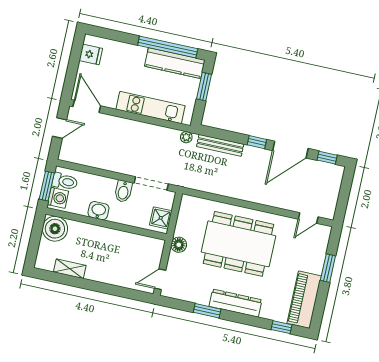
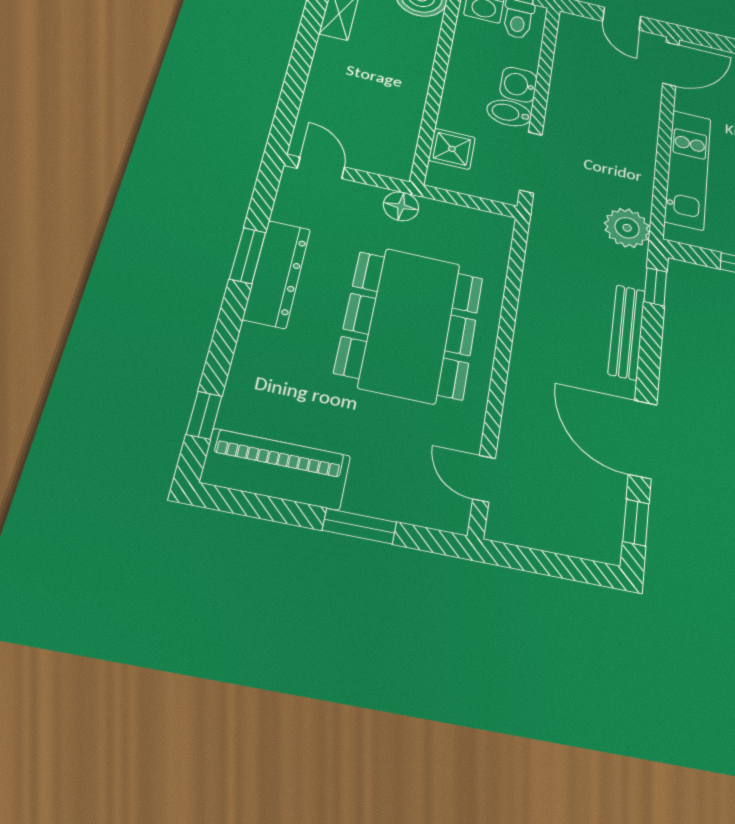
plant: (186, 137) -> (627, 228), width x1.88, depth x1.88
window: (257, 142) -> (655, 287), moved
bench: (220, 145) -> (627, 332), moved
washbasin: (98, 211) -> (518, 85), moved, turned 180
shower: (161, 218) -> (452, 149), moved
dresser: (235, 303) -> (277, 274), moved

